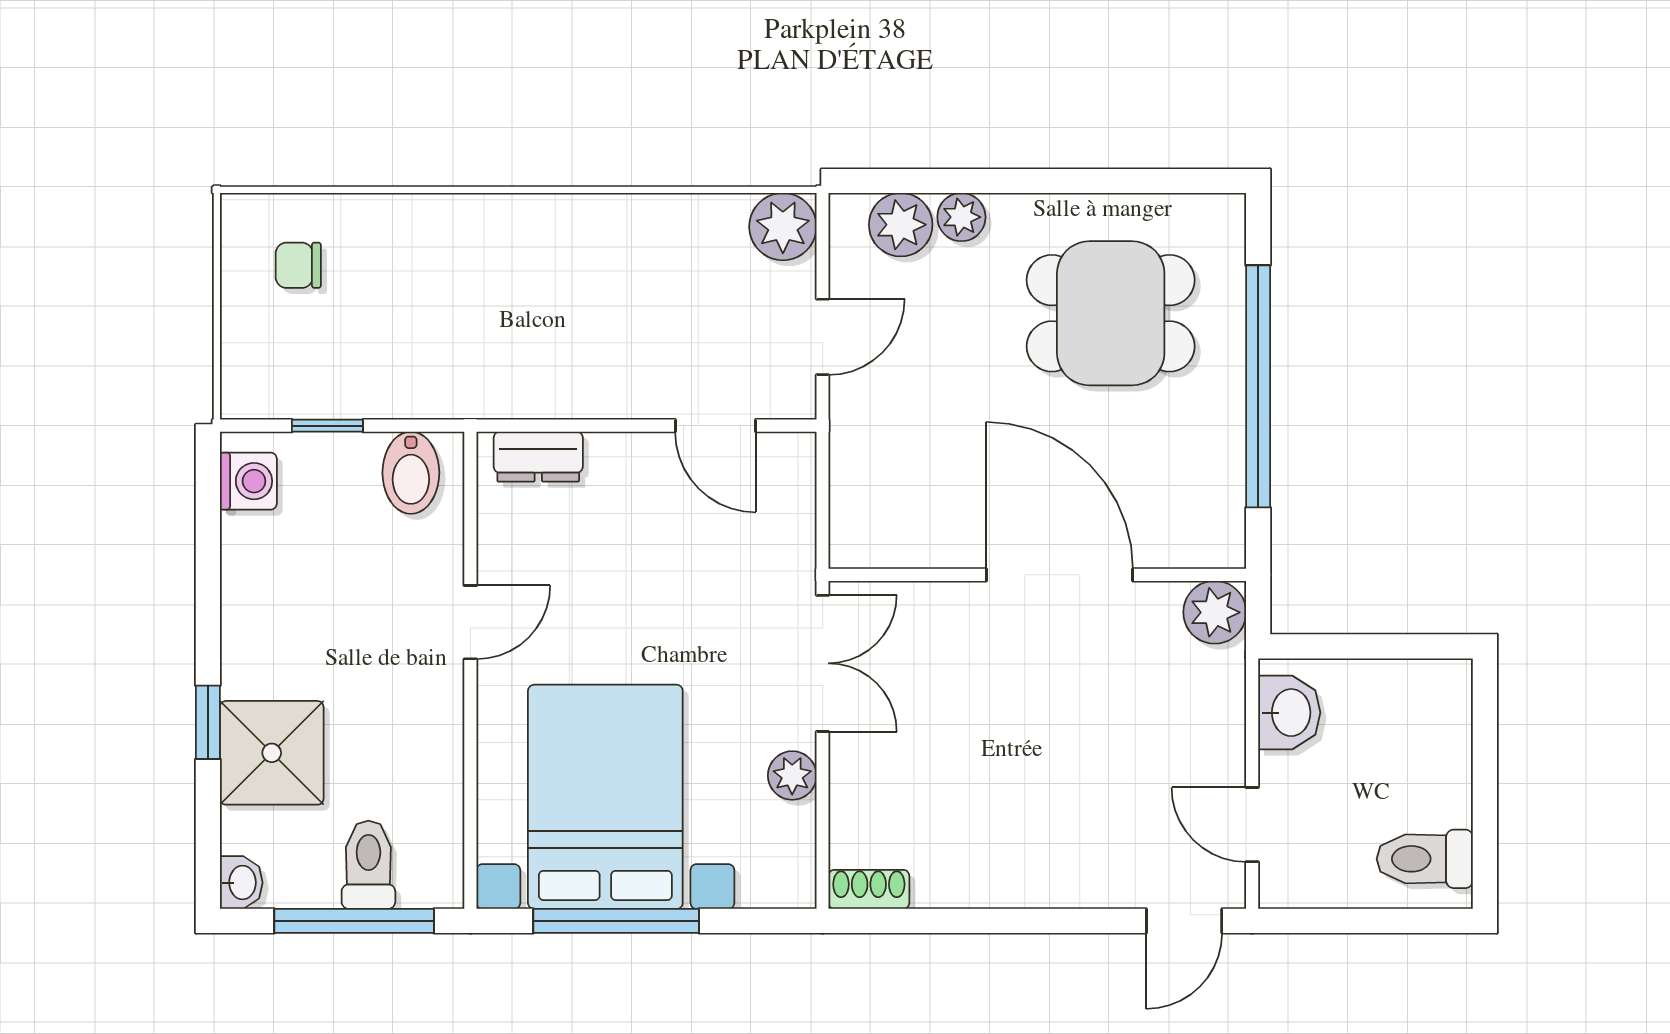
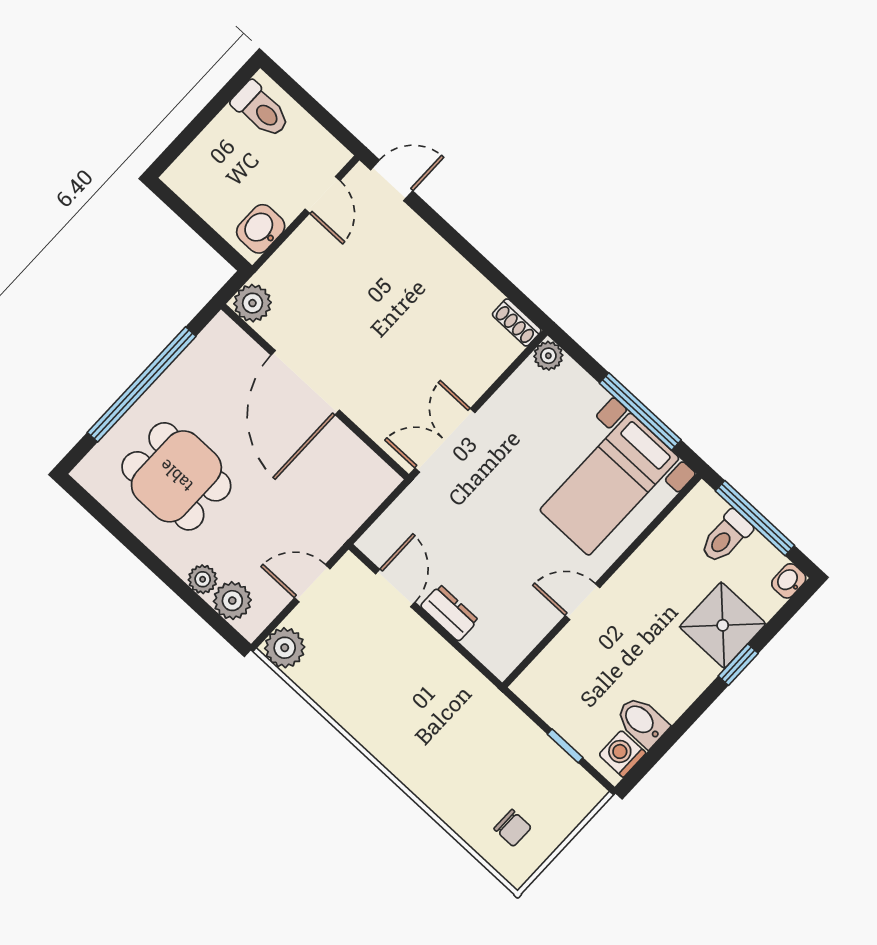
dresser: (538, 457) -> (449, 613), moved
bidet: (411, 473) -> (642, 722), moved, turned -90
plant: (792, 775) -> (548, 356), moved
bed with nightstands: (605, 797) -> (609, 484), width x0.73

